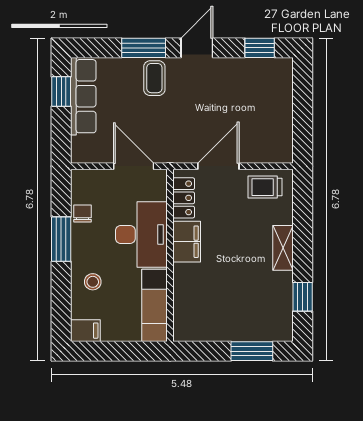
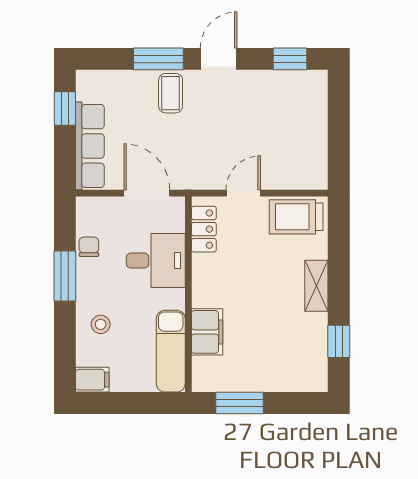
row of seats: (83, 96) -> (90, 146), moved
door: (218, 166) -> (243, 193), width x0.73
trolley: (265, 187) -> (296, 217), width x1.36, depth x1.39
desk: (141, 234) -> (156, 261), width x0.73
filing cabinet: (187, 242) -> (207, 332), moved
window: (252, 351) -> (240, 403), moved

